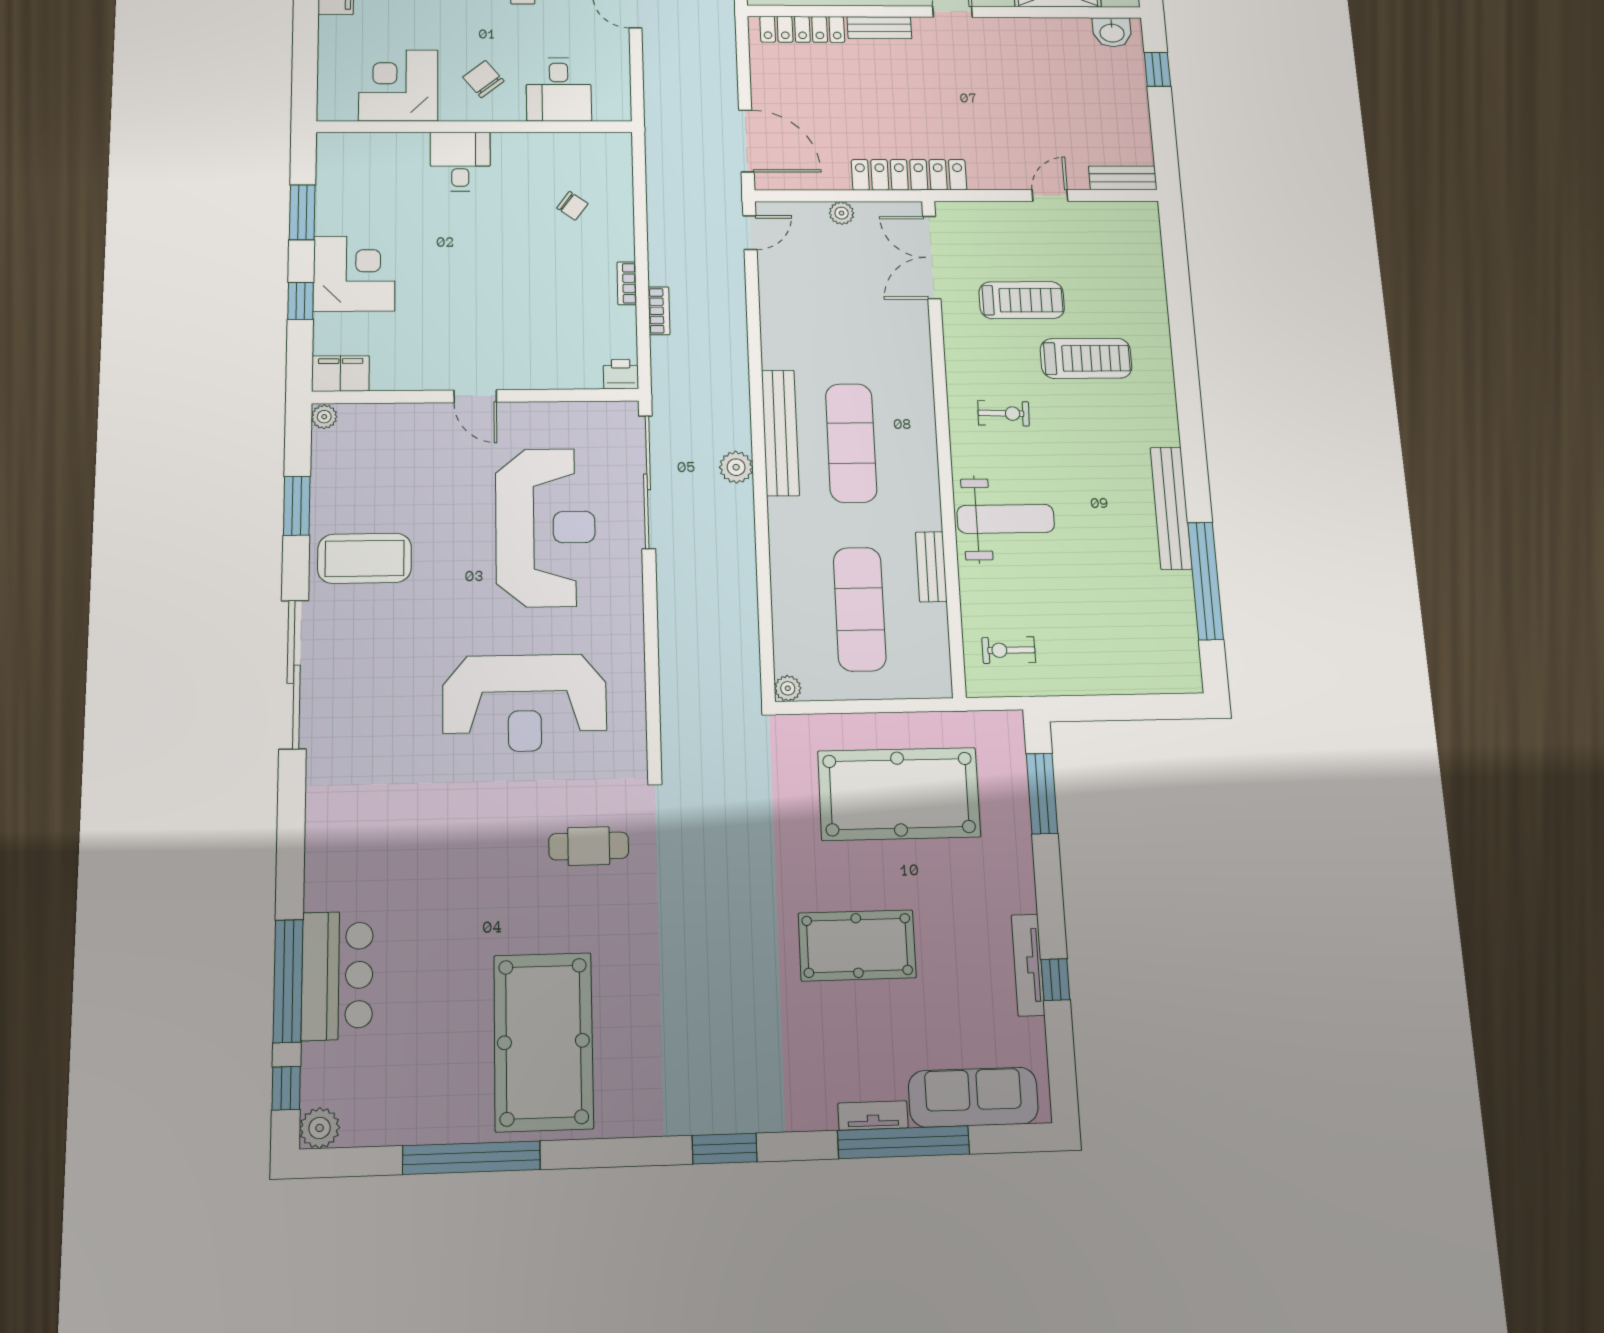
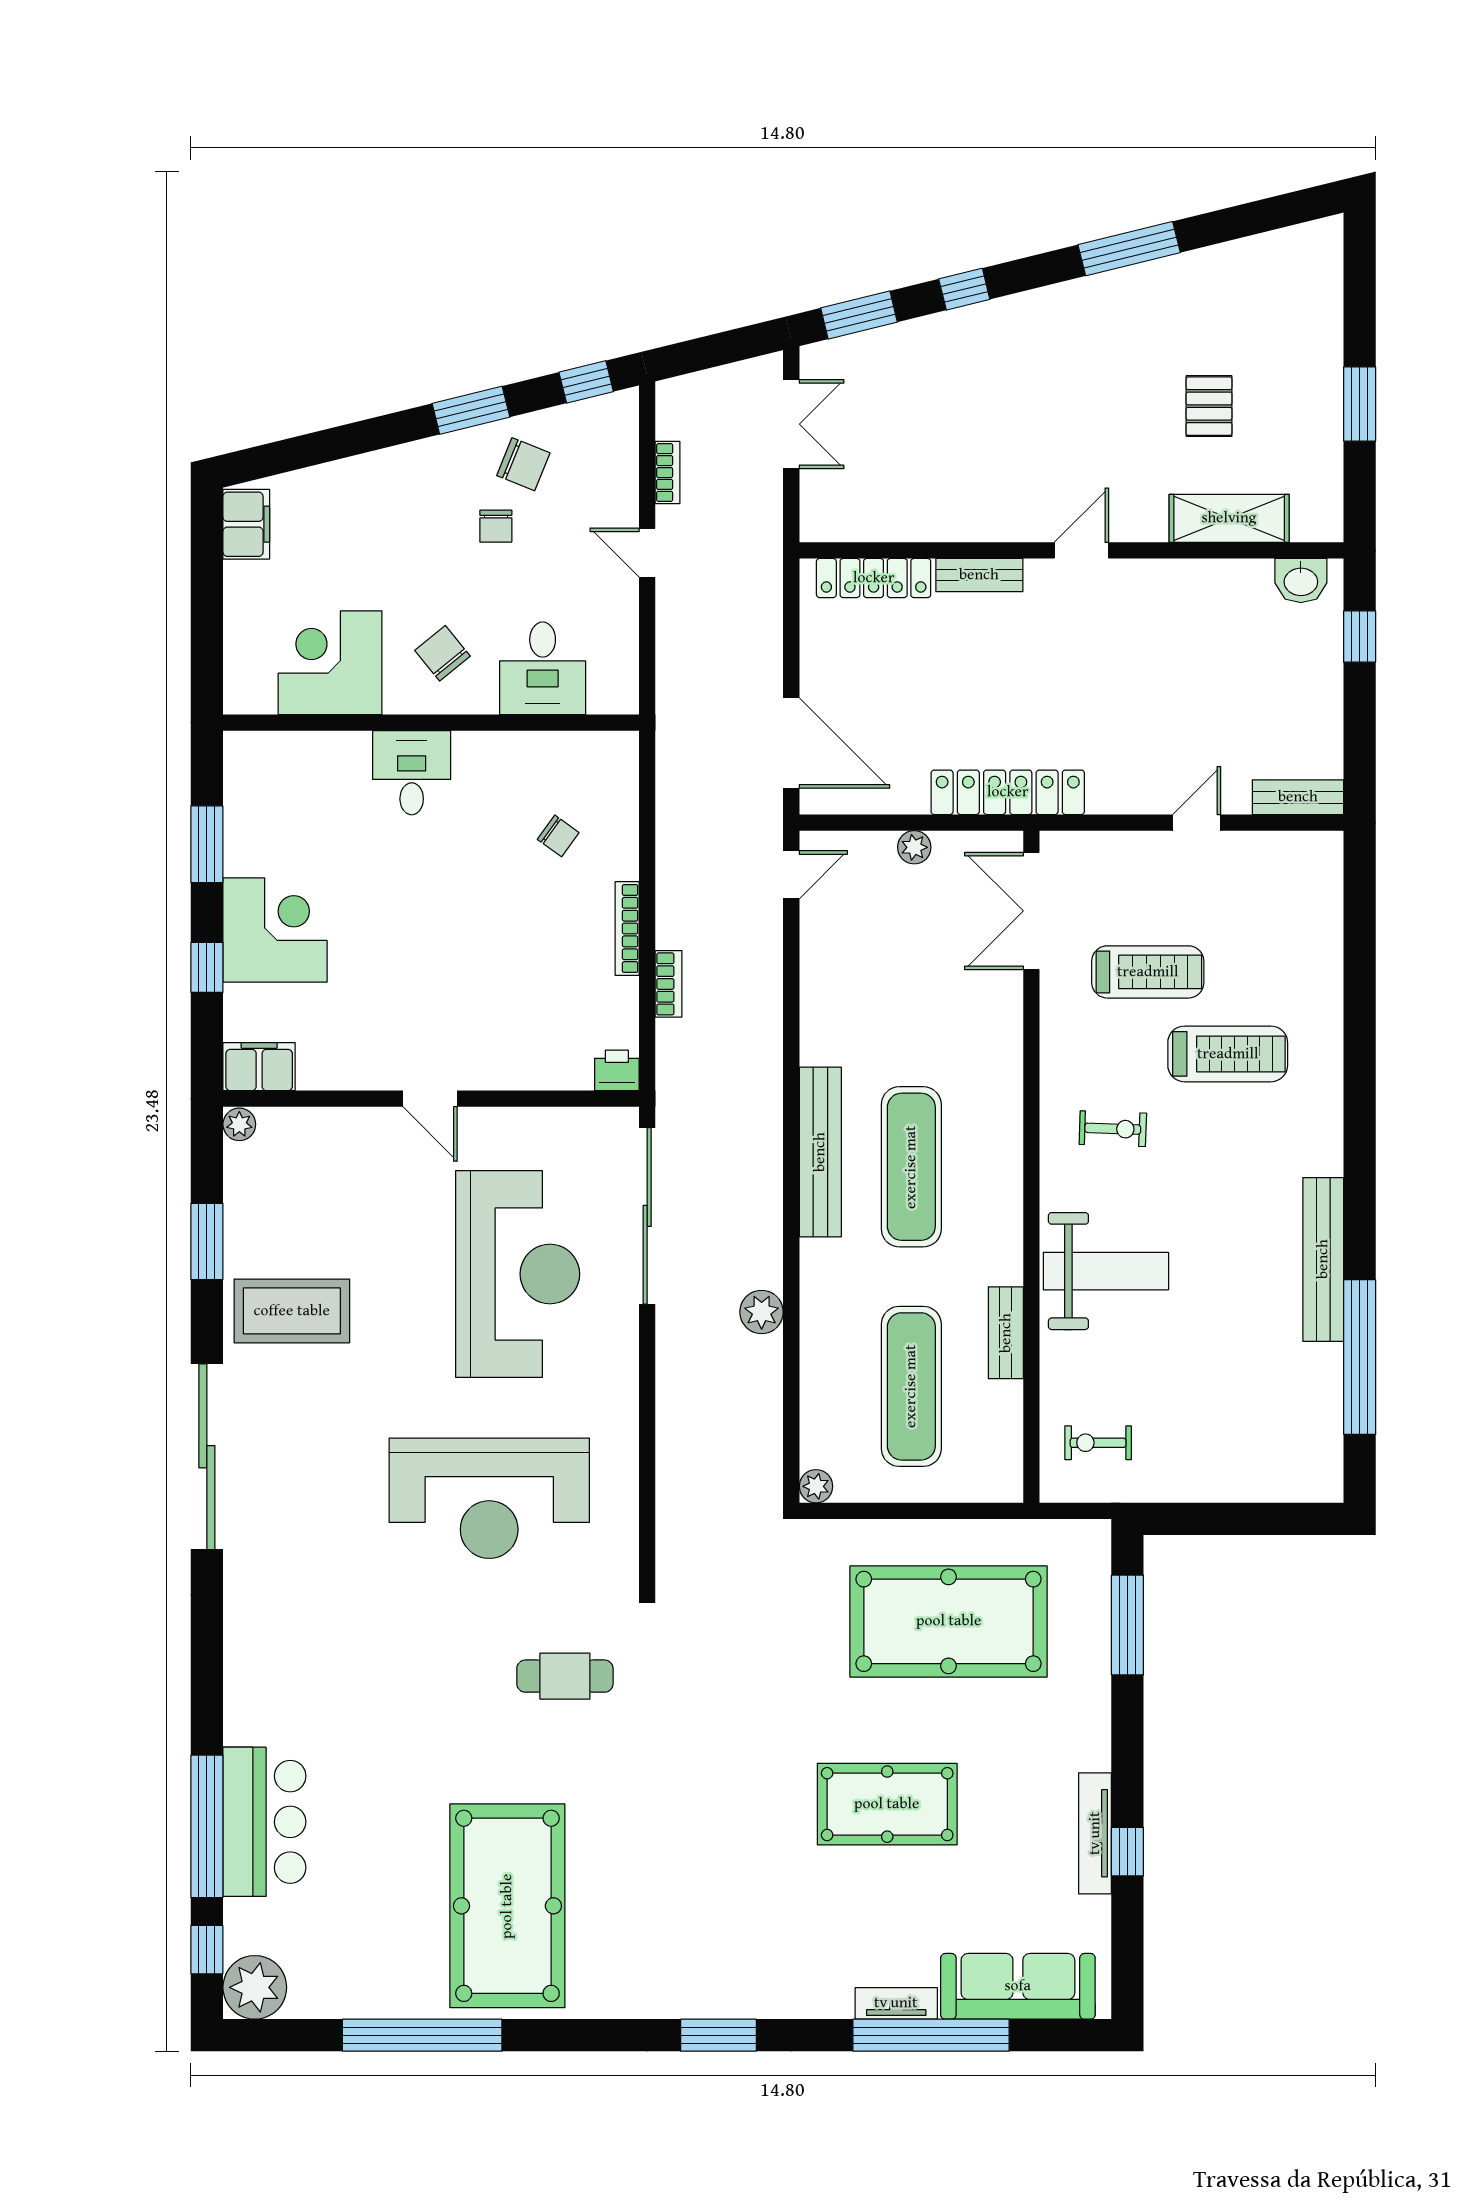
bookcase: (627, 283) -> (627, 929), width x1.56
plant: (736, 467) -> (762, 1312), moved
plant: (320, 1128) -> (255, 1987), width x1.36, depth x1.36

